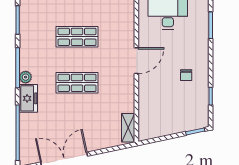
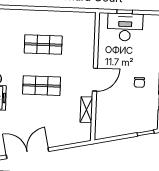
door: (136, 61) -> (95, 80), moved
shelving: (128, 128) -> (86, 110), moved

